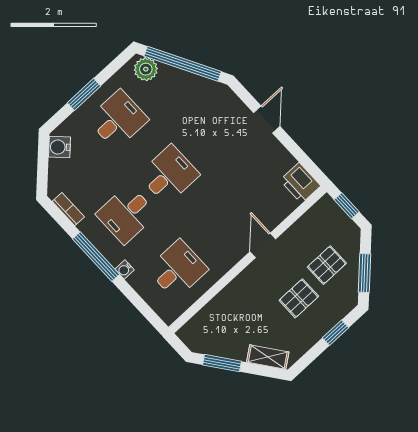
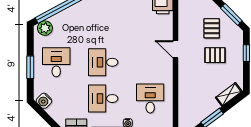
desk: (169, 175) -> (103, 62), turned -90
desk: (126, 214) -> (103, 99), turned 90
pallet: (299, 298) -> (215, 55), turned 90

